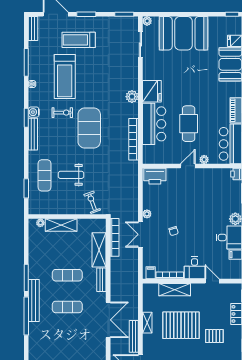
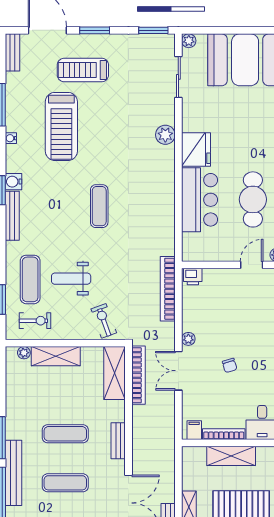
plant: (132, 97) -> (165, 135), moved
exercise bike: (62, 113) -> (35, 321), moved
exercise mat: (89, 128) -> (99, 206), width x0.50, depth x0.69
bookcase: (134, 139) -> (168, 289), moved
printer: (155, 176) -> (193, 277), width x0.53, depth x0.68
shelving: (99, 250) -> (114, 373), moved

